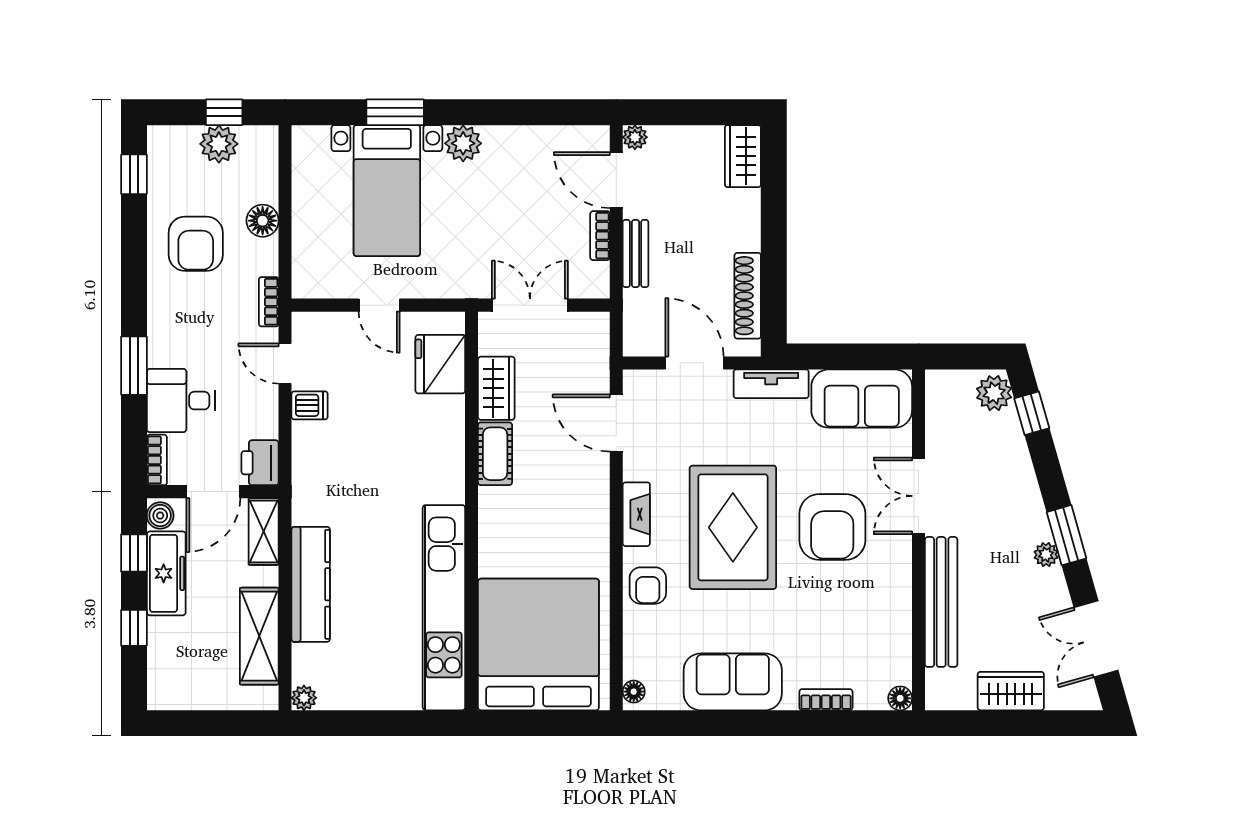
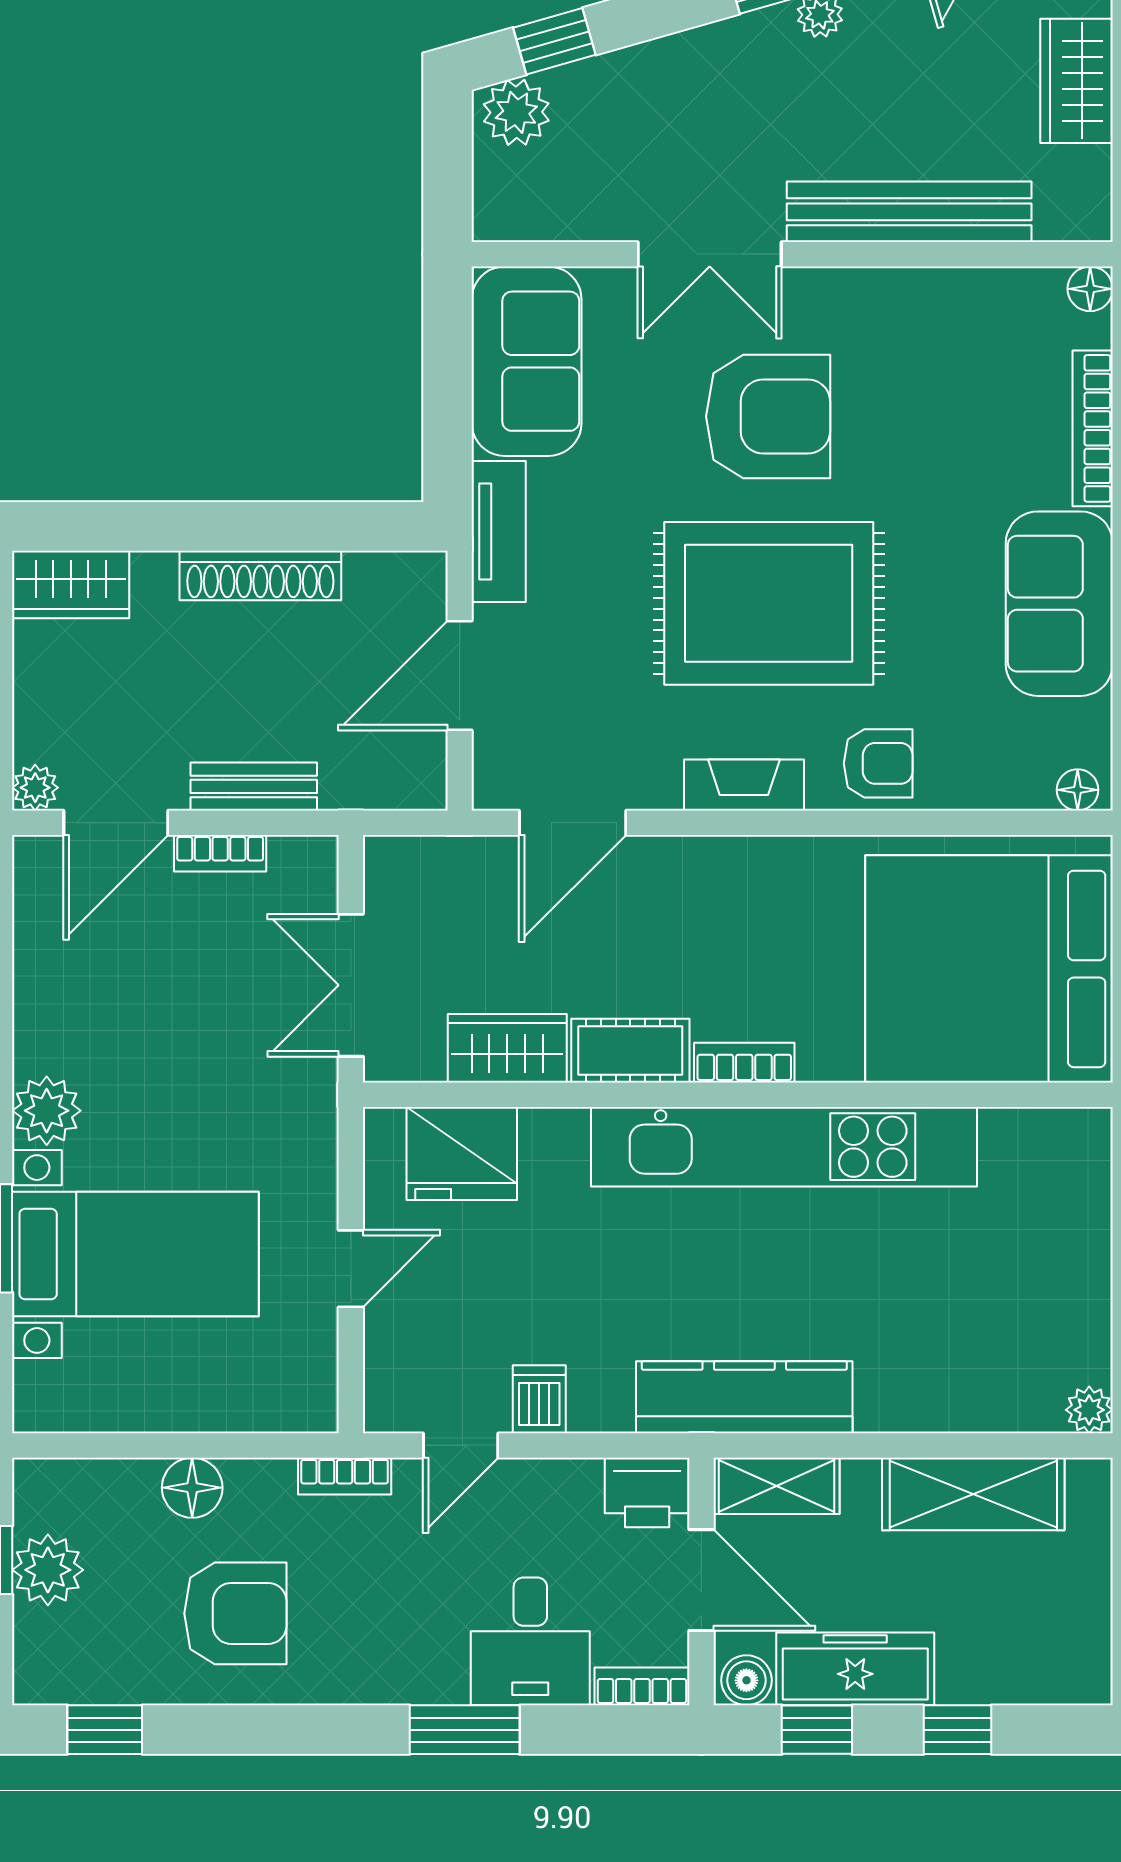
shoe rack: (748, 296) -> (260, 575), moved
bookcase: (489, 514) -> (744, 1063), added
kitchen counter: (311, 584) -> (744, 1397), moved
kitchen unit: (444, 608) -> (784, 1147), moved
bookcase: (826, 700) -> (1093, 428), width x1.56

